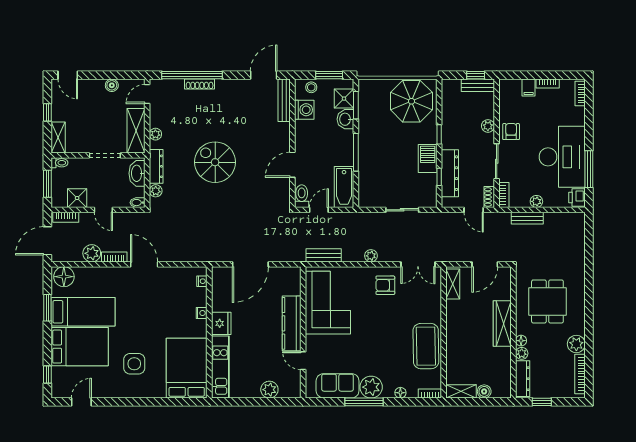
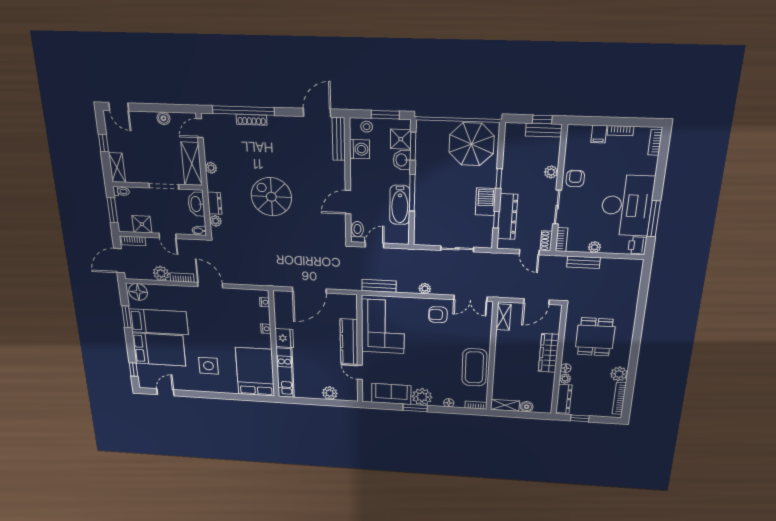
dresser: (156, 166) -> (215, 203), width x0.70
bathtub: (344, 187) -> (400, 205), moved
window: (364, 402) -> (415, 408), width x0.69

